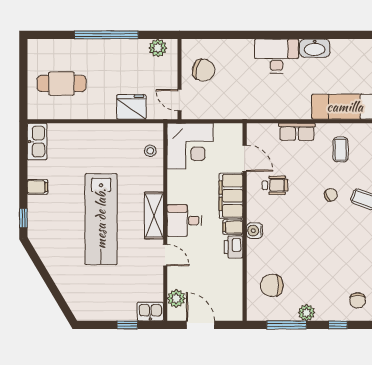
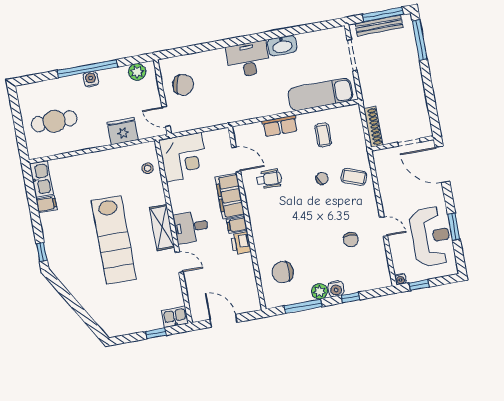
water cooler: (108, 47) -> (91, 79), added
filing cabinet: (37, 187) -> (46, 204), moved
water cooler: (255, 231) -> (336, 289), moved, turned -90
plant: (176, 298) -> (197, 300), removed
chair: (358, 301) -> (351, 240), moved

